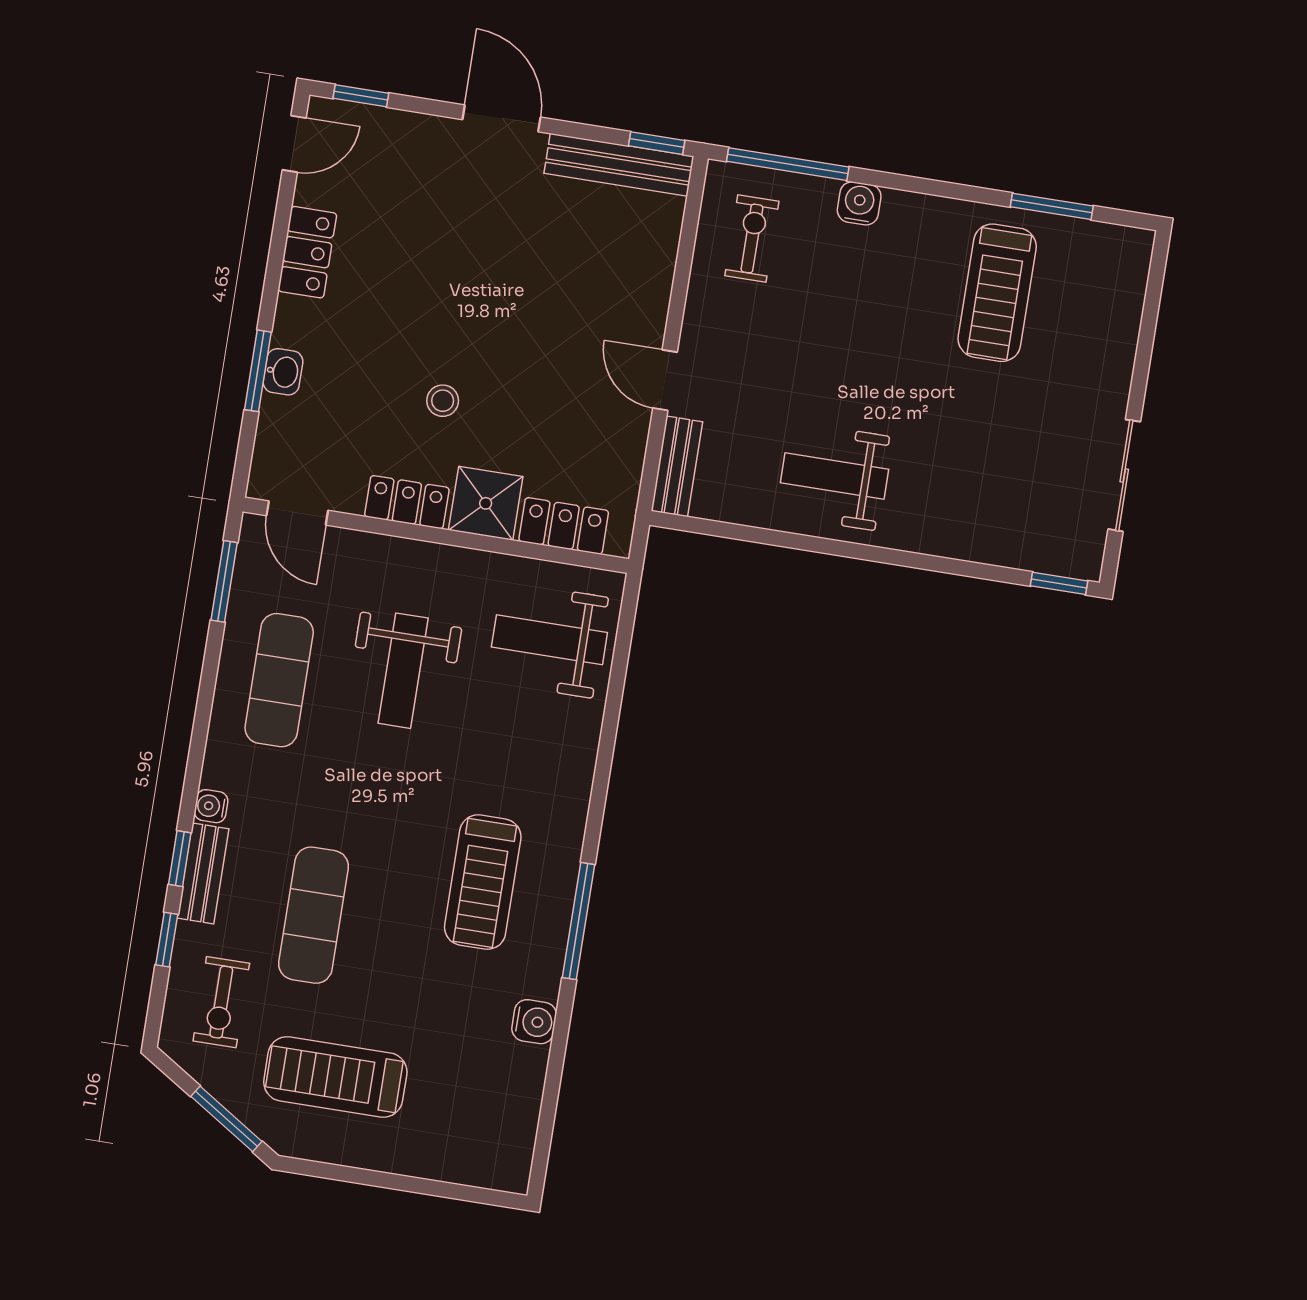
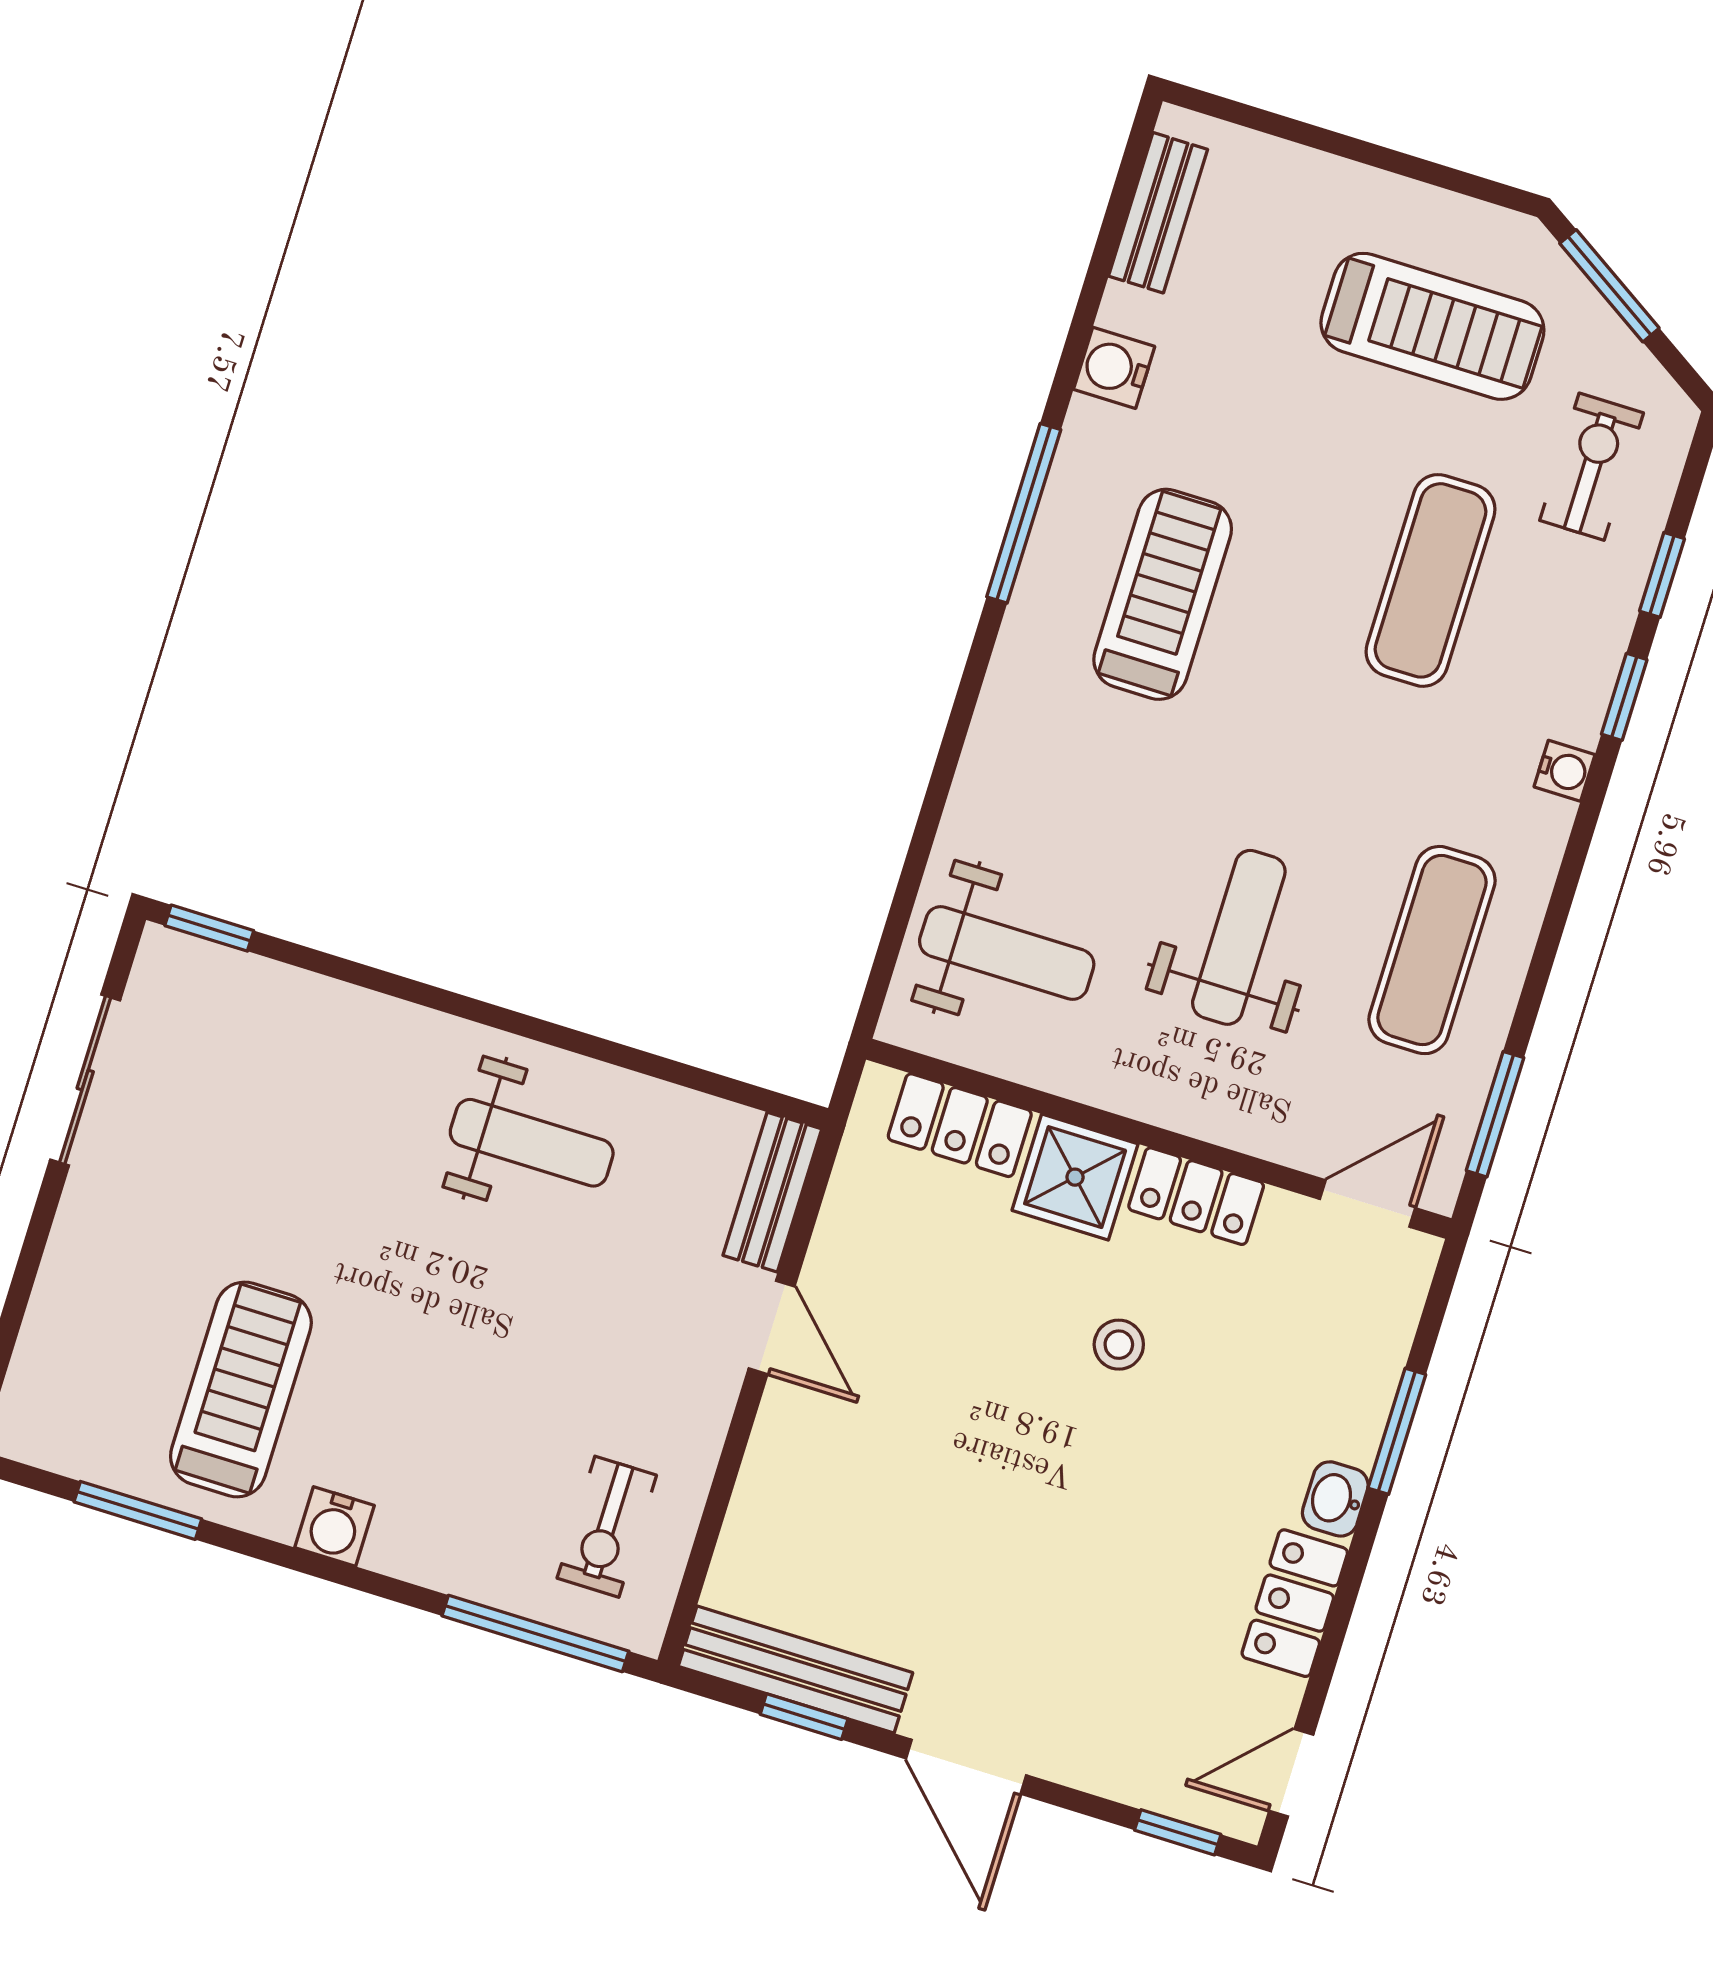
window: (657, 143) -> (804, 1717), moved
water cooler: (859, 203) -> (334, 1527), moved
washbasin: (283, 372) -> (1335, 1499), moved
door: (297, 513) -> (1368, 1203), hinge flipped
bench: (203, 873) -> (1158, 213), moved

